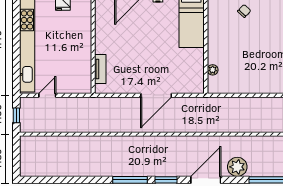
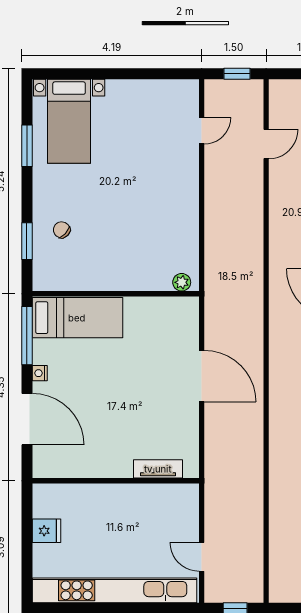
plant: (213, 70) -> (182, 282), moved

